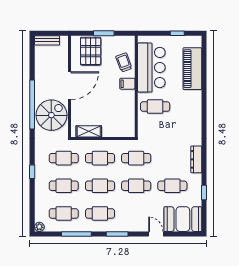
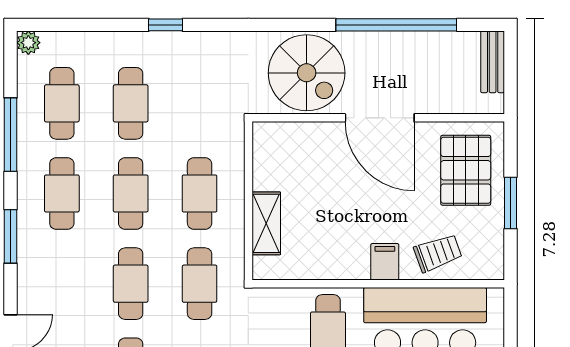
pallet: (91, 51) -> (466, 170), turned 90
window: (32, 104) -> (396, 25), moved
shelving: (89, 131) -> (266, 223), moved
cafe table: (64, 158) -> (200, 103), removed

